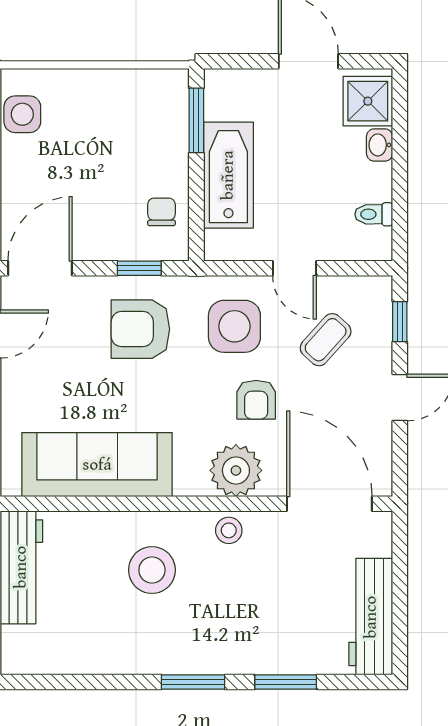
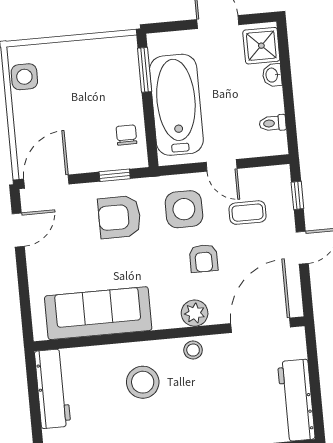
bathtub: (228, 175) -> (176, 105), width x1.36, depth x1.36
coffee table: (326, 340) -> (248, 213), turned 48
plant: (236, 470) -> (195, 313), width x0.73, depth x0.73
door: (329, 504) -> (261, 325), hinge flipped

